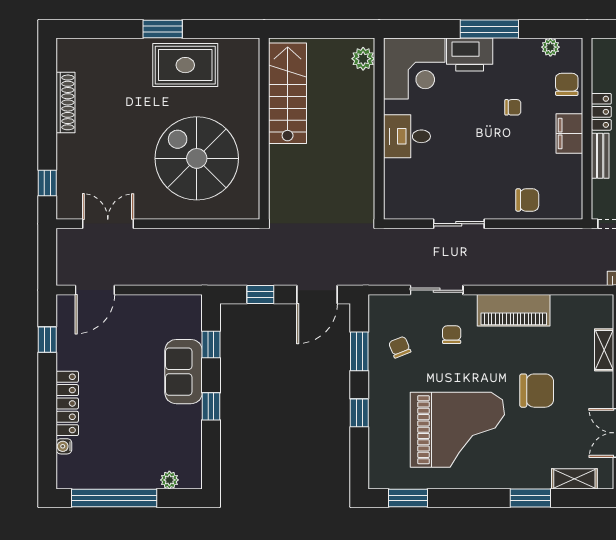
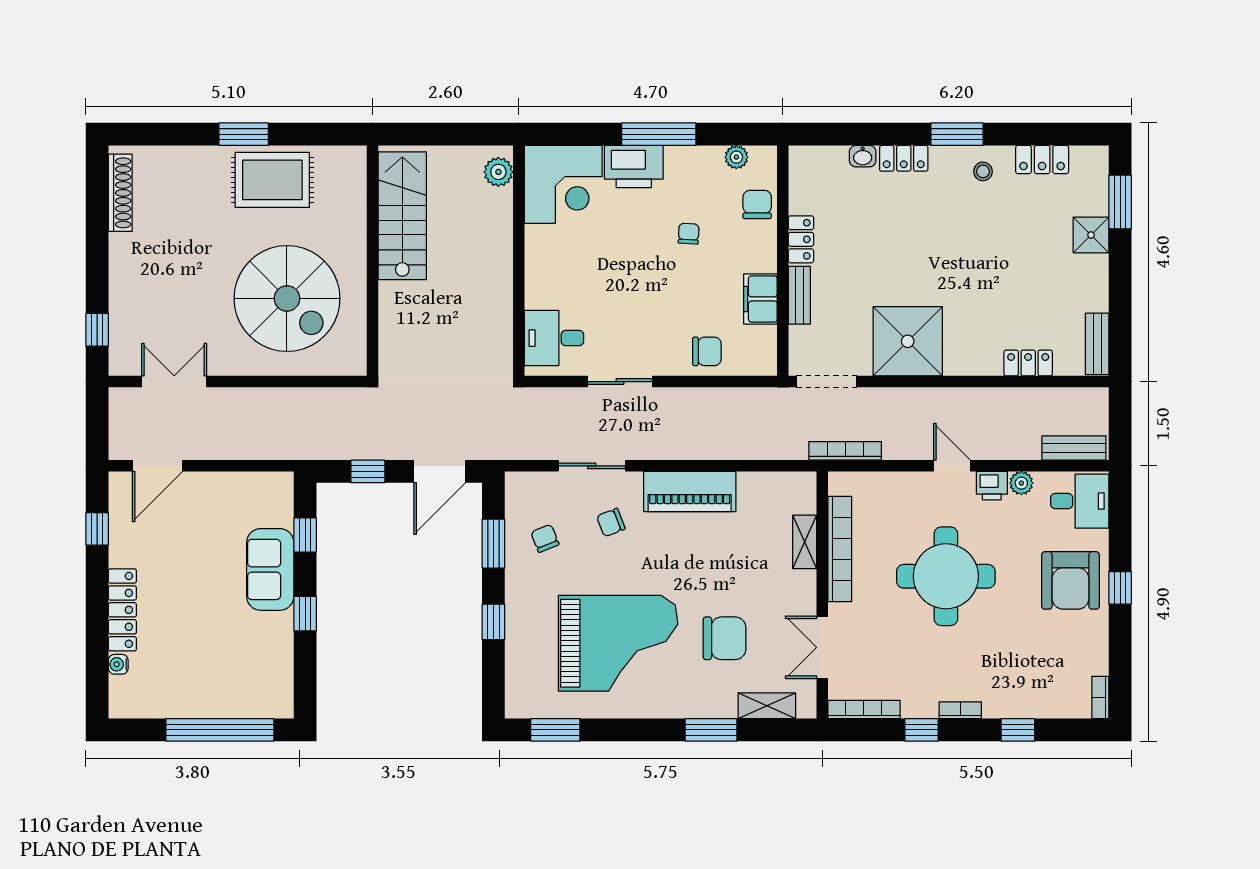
shoe rack: (66, 102) -> (120, 193), moved
chair: (513, 107) -> (689, 234), turned -87
filing cabinet: (569, 134) -> (760, 299), moved
desk: (407, 136) -> (554, 338), moved
spiral stairs: (197, 158) -> (287, 299), turned 180
chair: (452, 335) -> (611, 523), turned -111
chair: (537, 391) -> (725, 638), moved
plant: (169, 480) -> (252, 707), removed
window: (114, 498) -> (220, 730), moved

